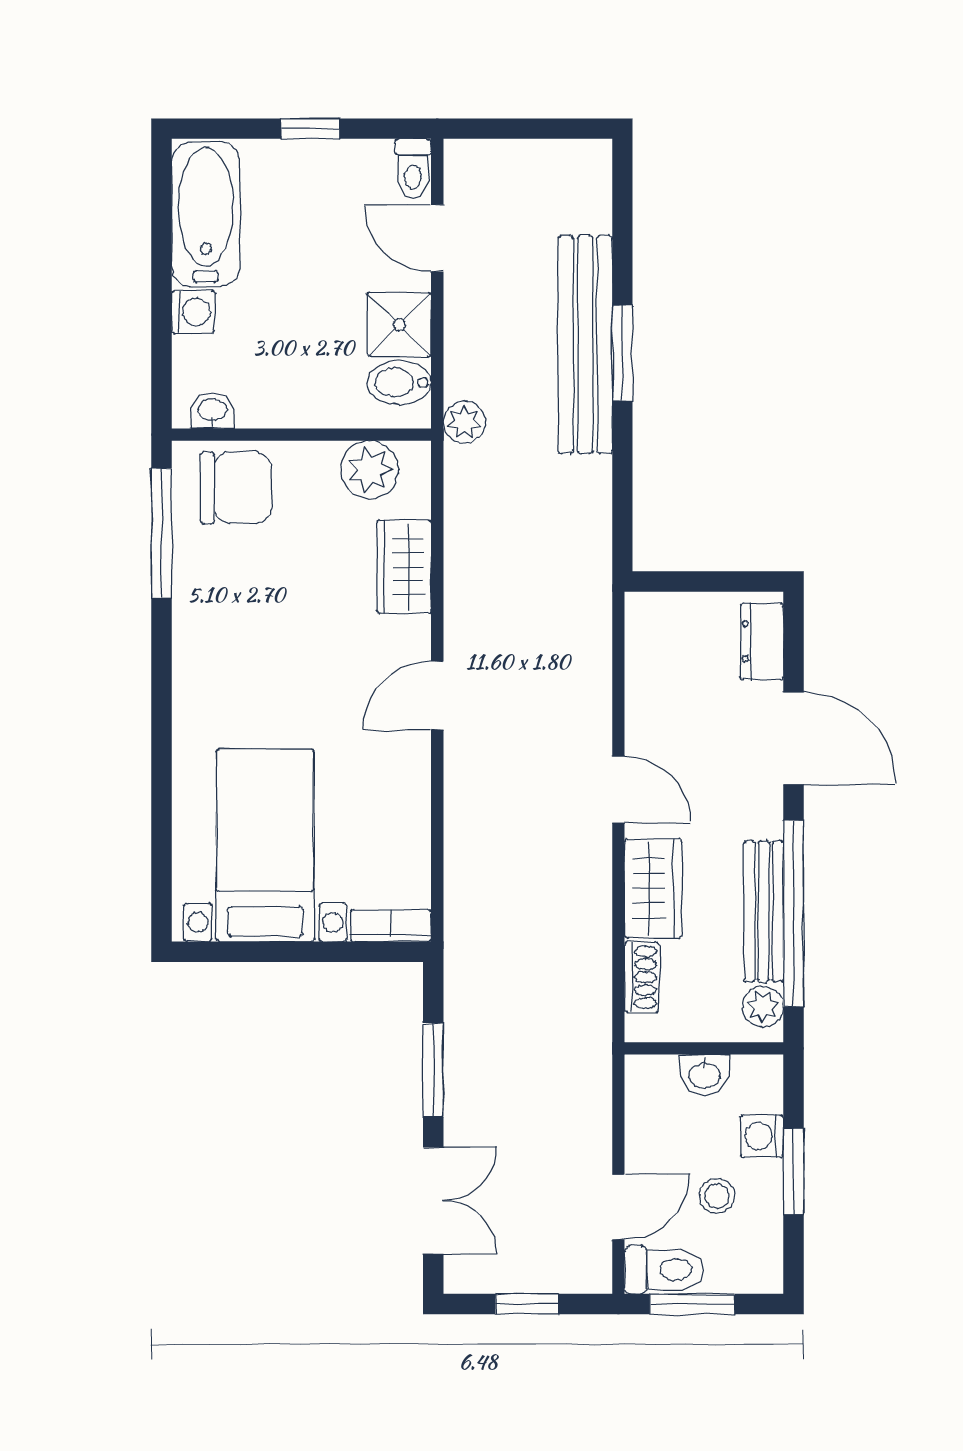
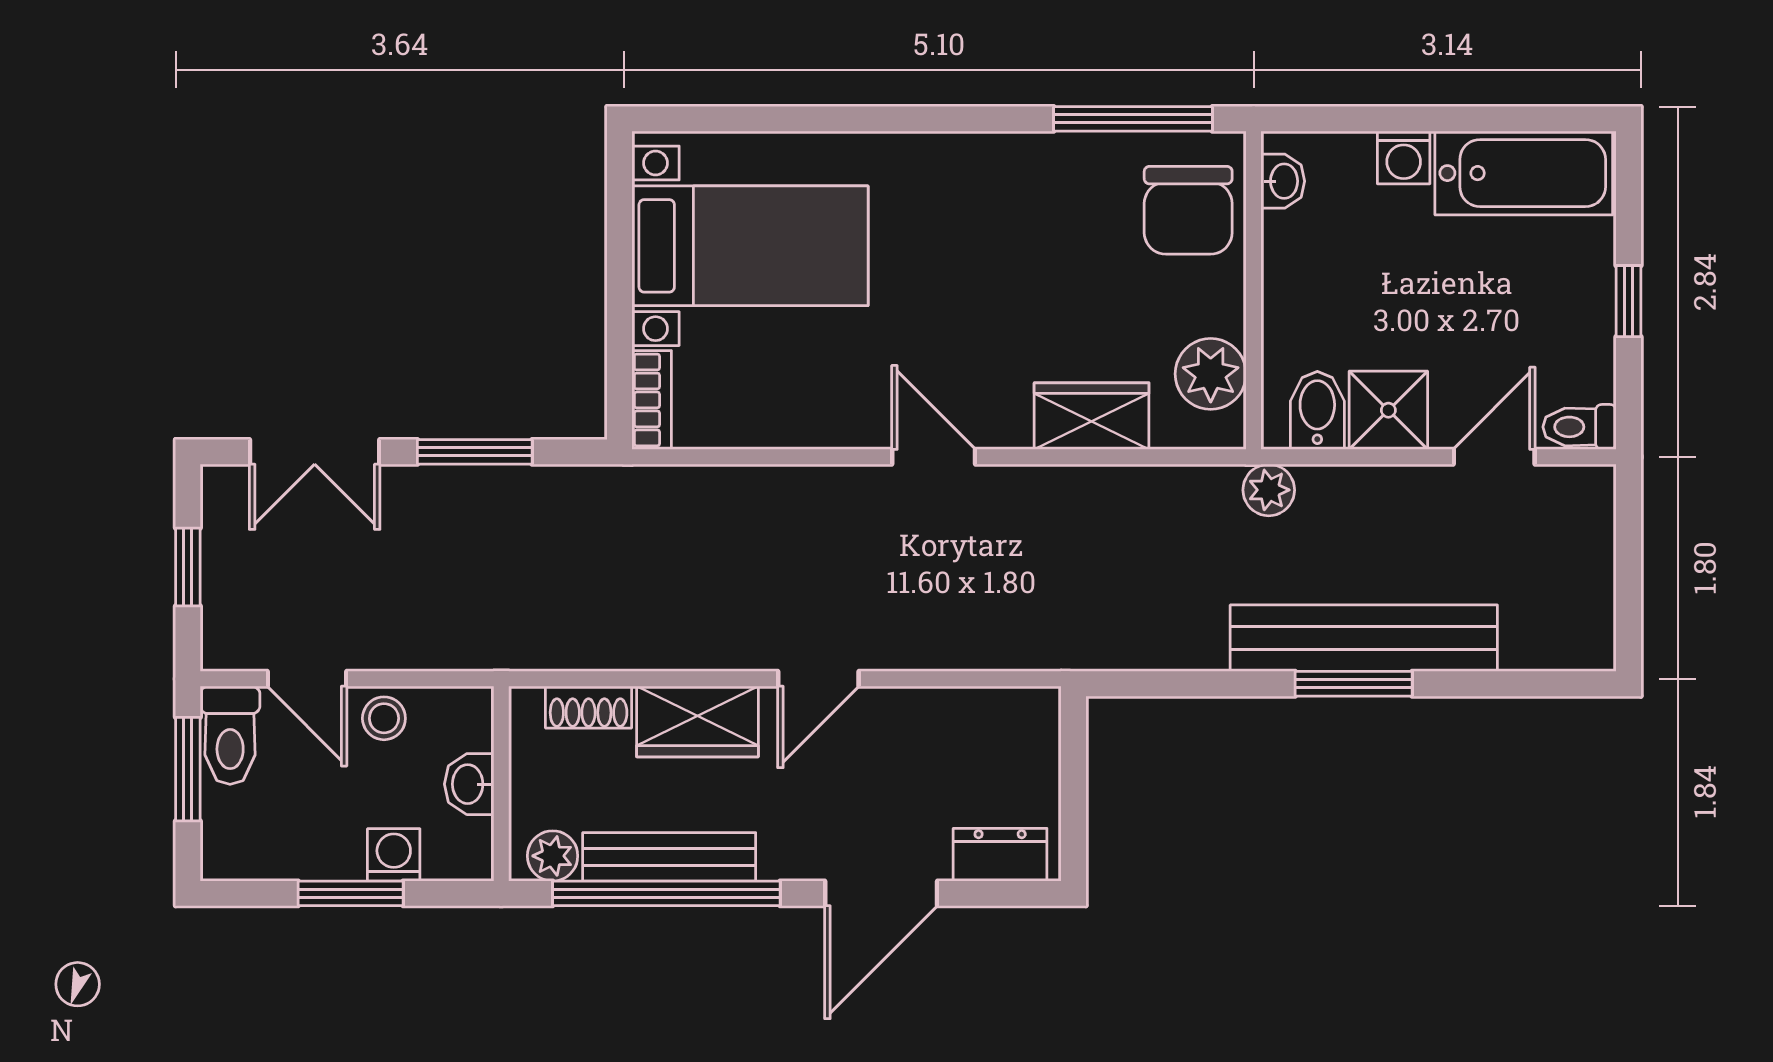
stool: (717, 1196) -> (384, 718), moved

